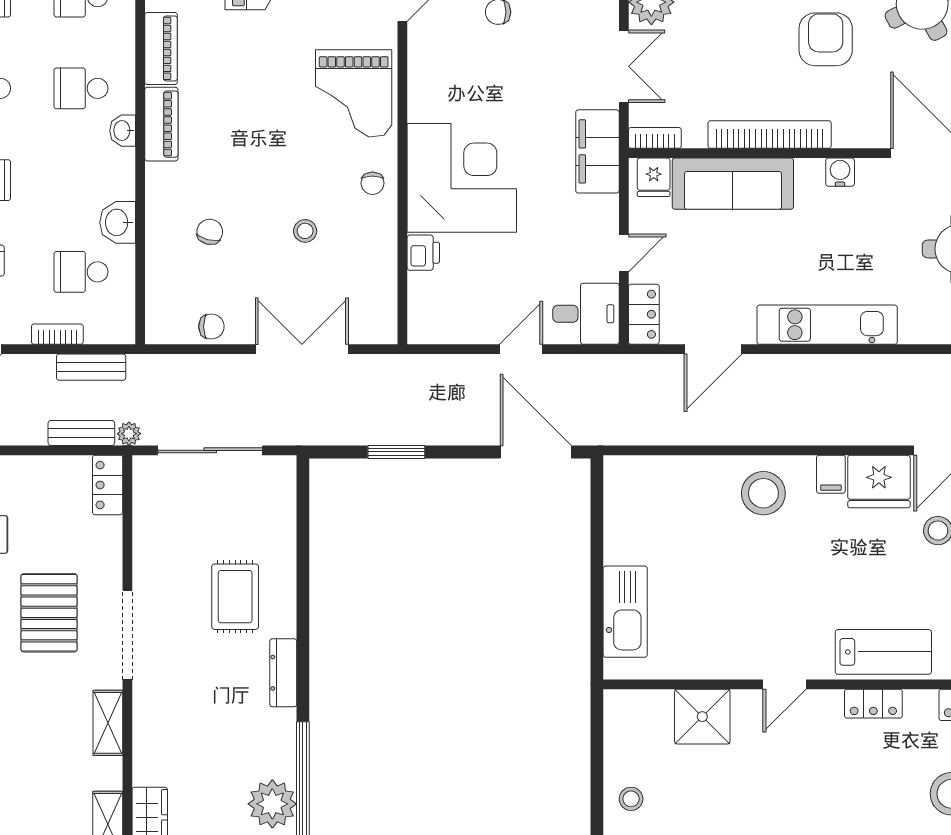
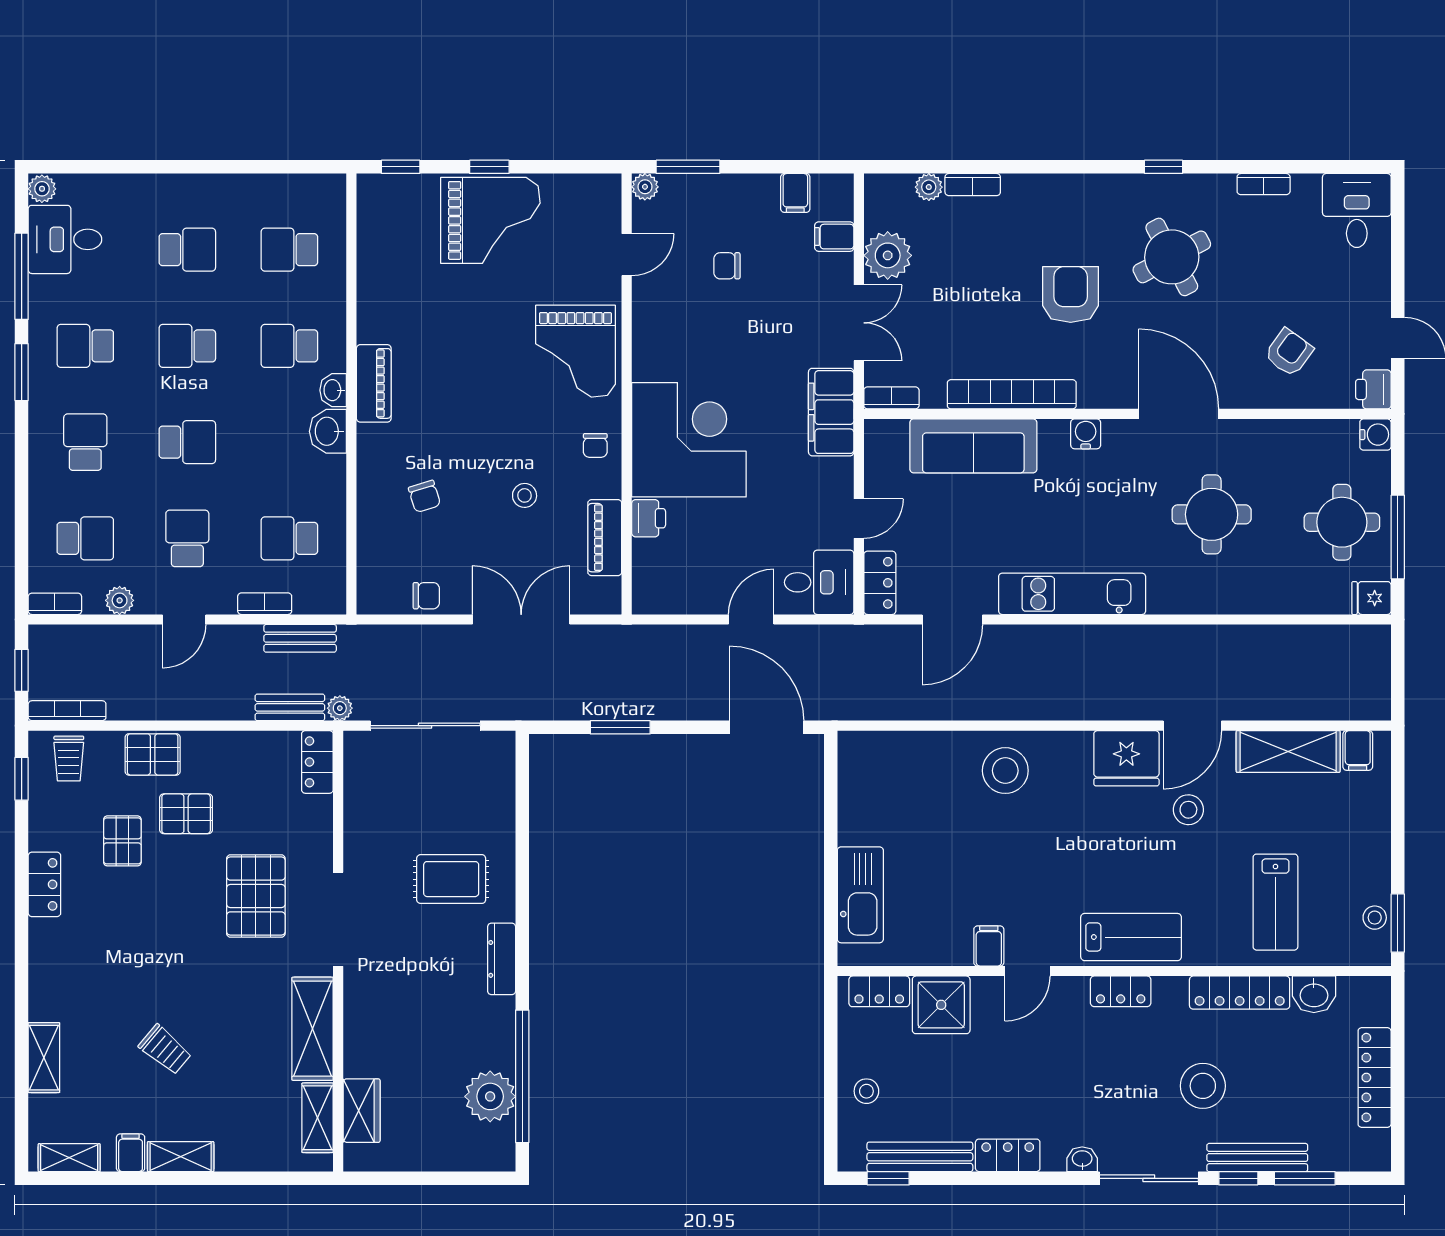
piano: (161, 48) -> (605, 538), moved, turned 180
fridge: (654, 177) -> (890, 439), removed
washbasin: (118, 222) -> (328, 431), moved
chair: (210, 232) -> (424, 496), turned 149
filing cabinet: (831, 474) -> (989, 946), moved, turned 180
rug: (235, 597) -> (451, 879), turned 90
locker: (643, 704) -> (879, 991), added
shelving: (108, 723) -> (313, 1029), width x1.50, depth x1.33

